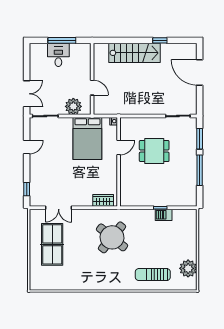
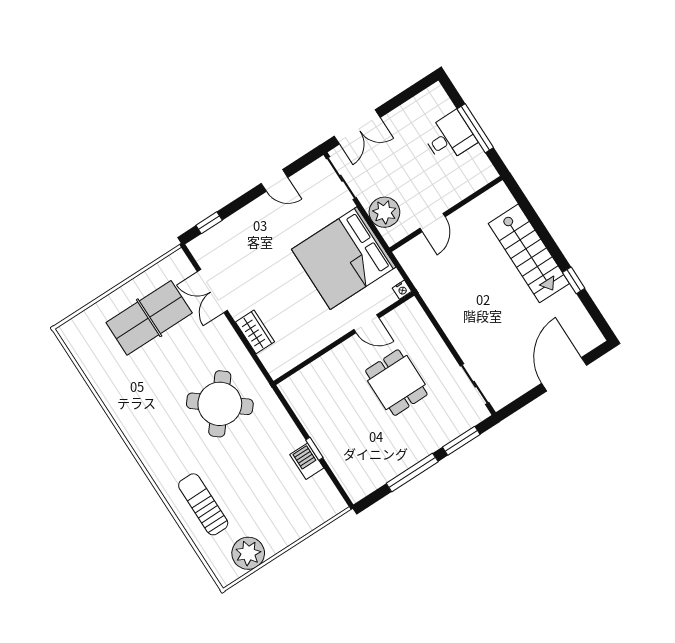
bed: (87, 138) -> (344, 258), width x1.36
wardrobe: (103, 200) -> (255, 332), moved

